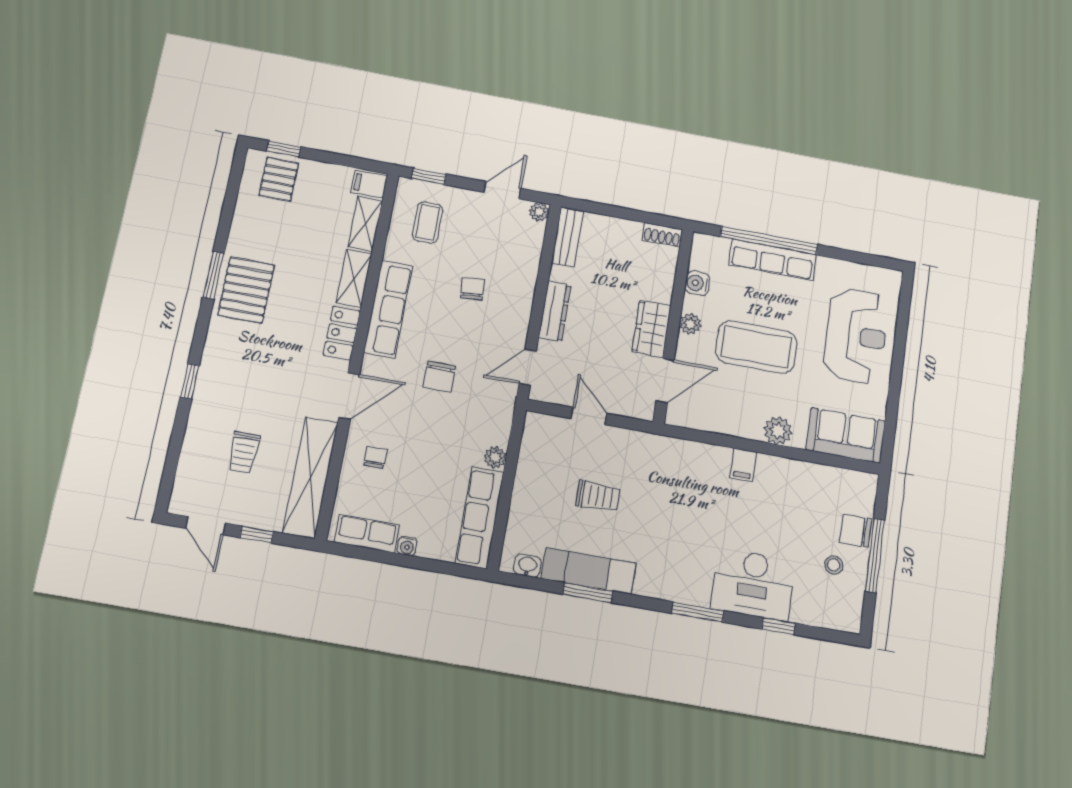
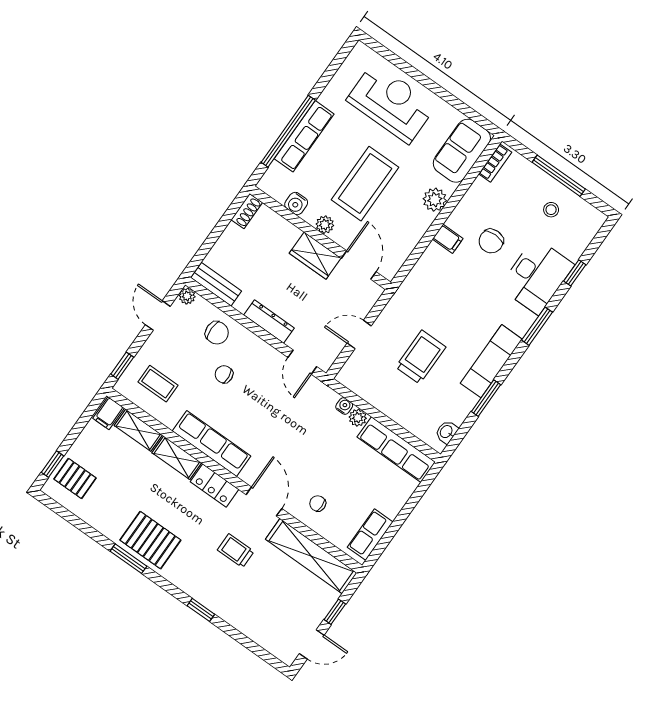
chair: (439, 377) -> (217, 333), moved
trolley: (244, 452) -> (236, 551), moved, turned 180
bookcase: (852, 478) -> (495, 163), added
trolley: (598, 496) -> (421, 357), width x1.36, depth x1.39
chair: (856, 531) -> (491, 241), moved
water cooler: (407, 546) -> (344, 406), moved, turned -90
exam couch: (589, 571) -> (491, 361), moved

